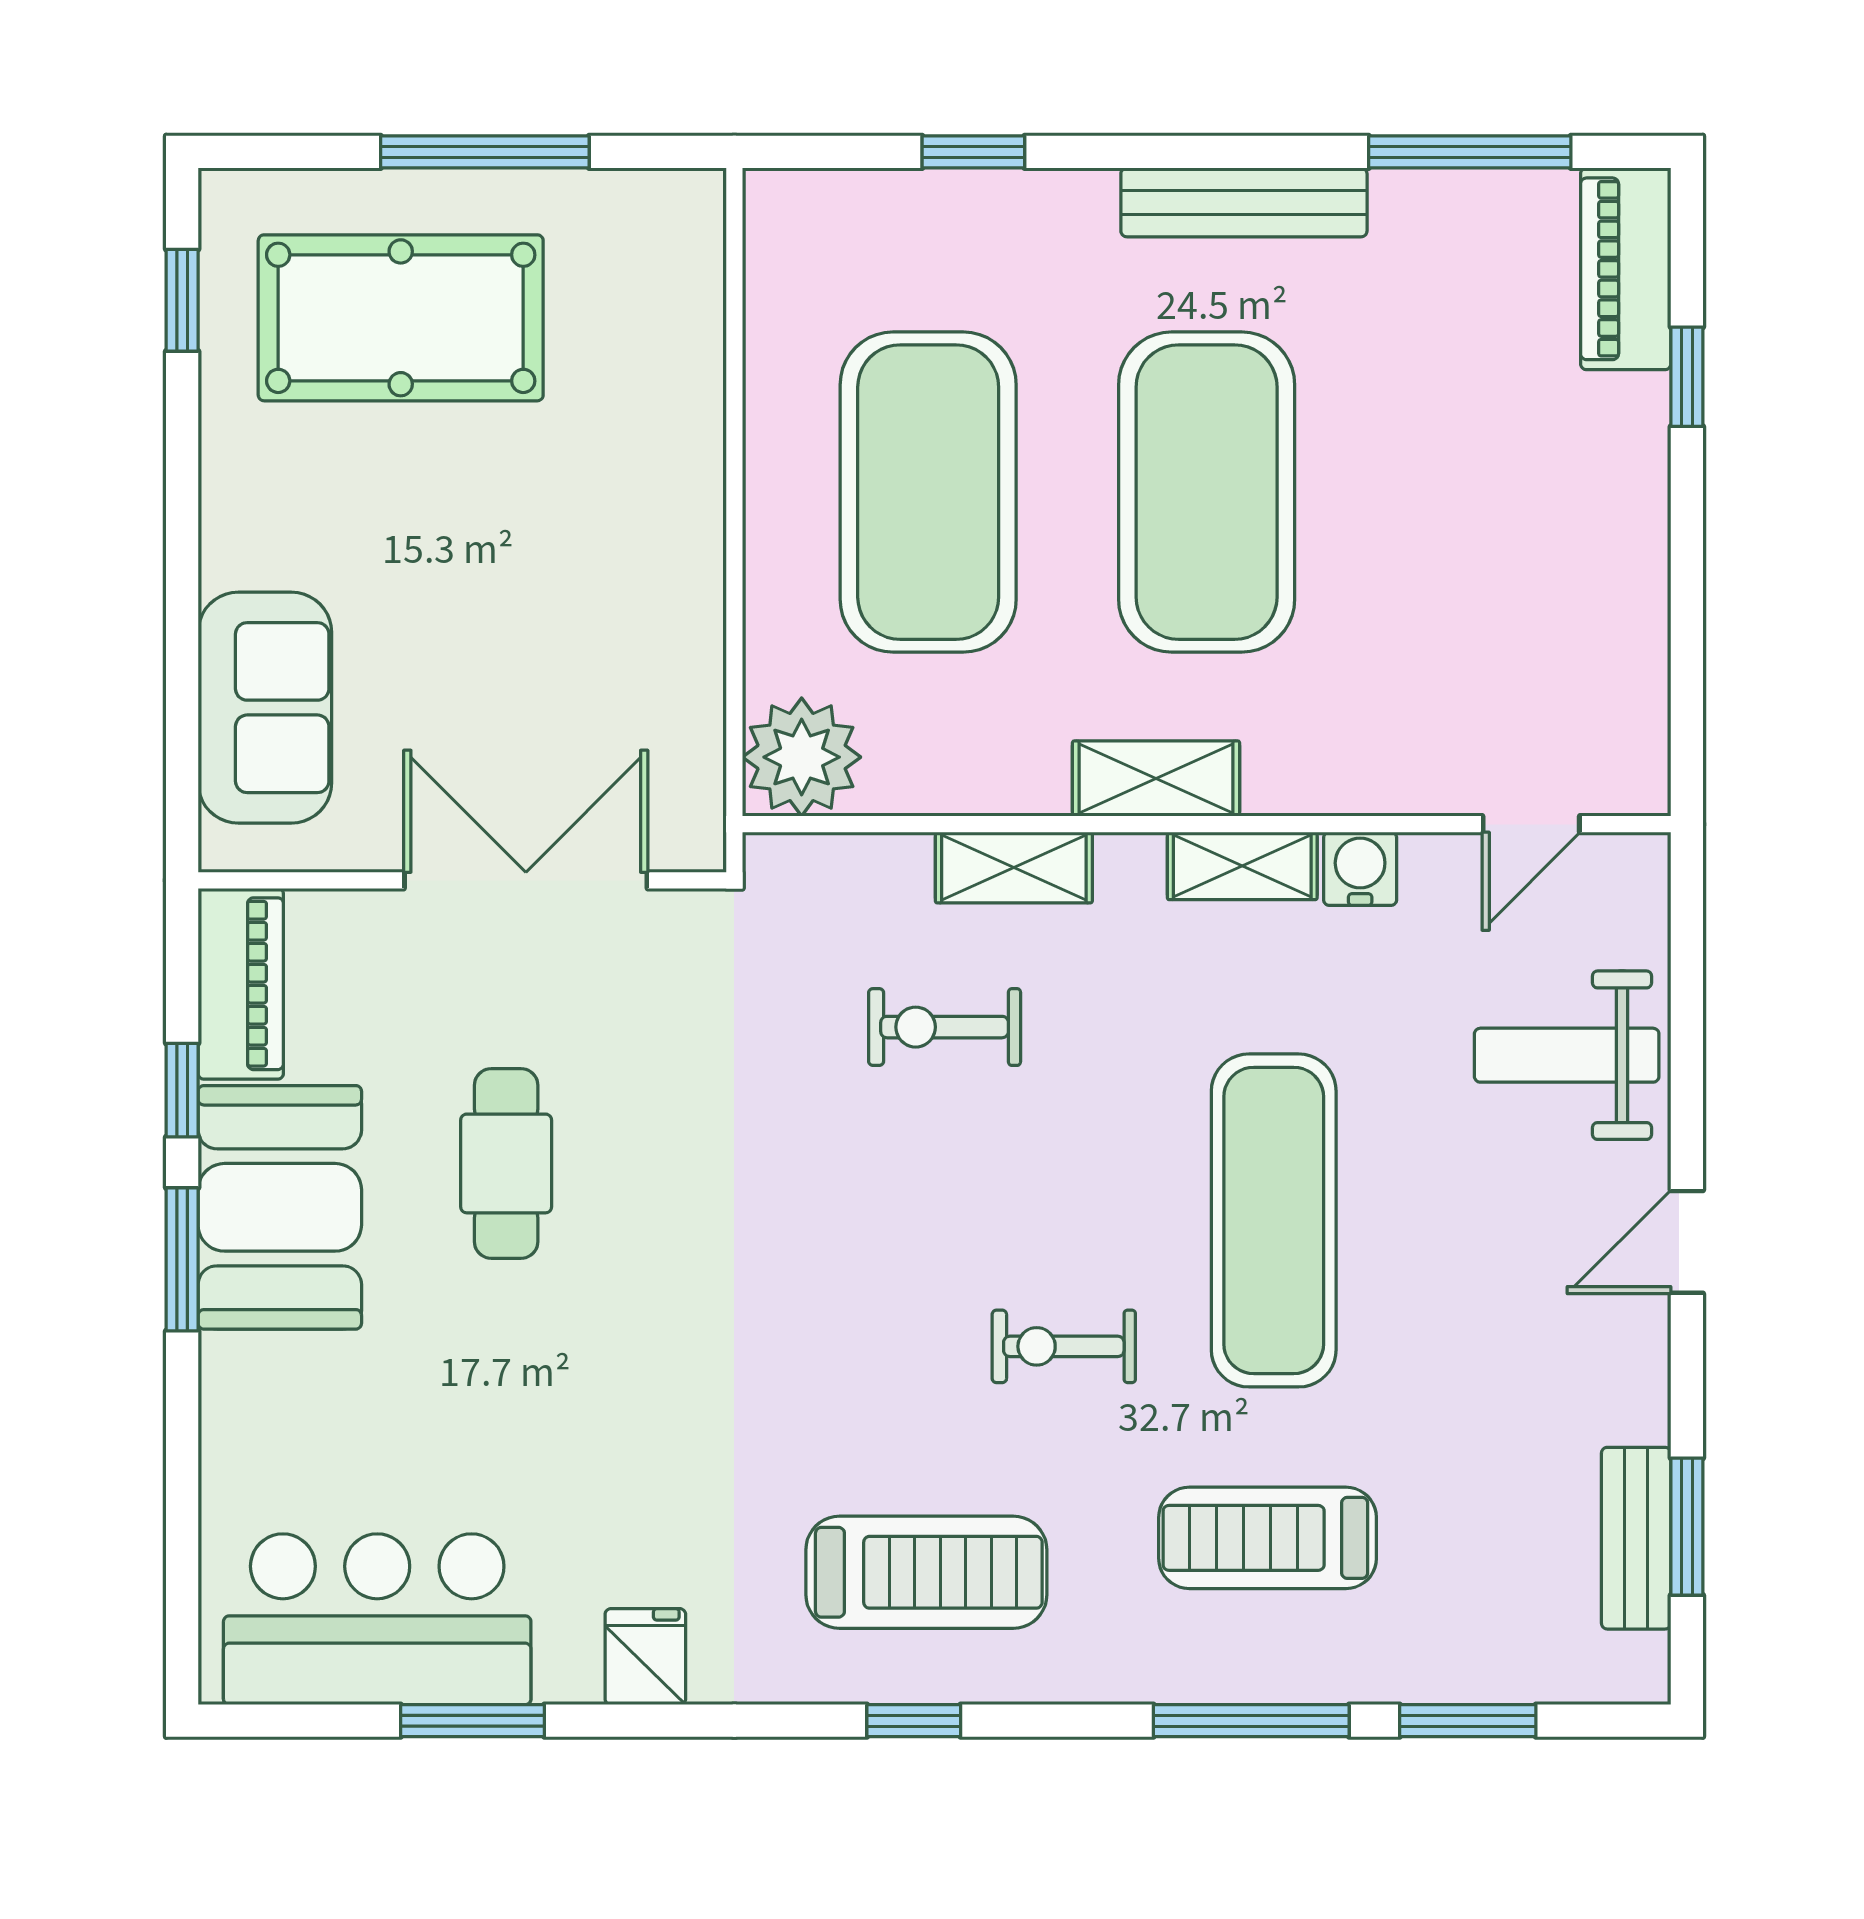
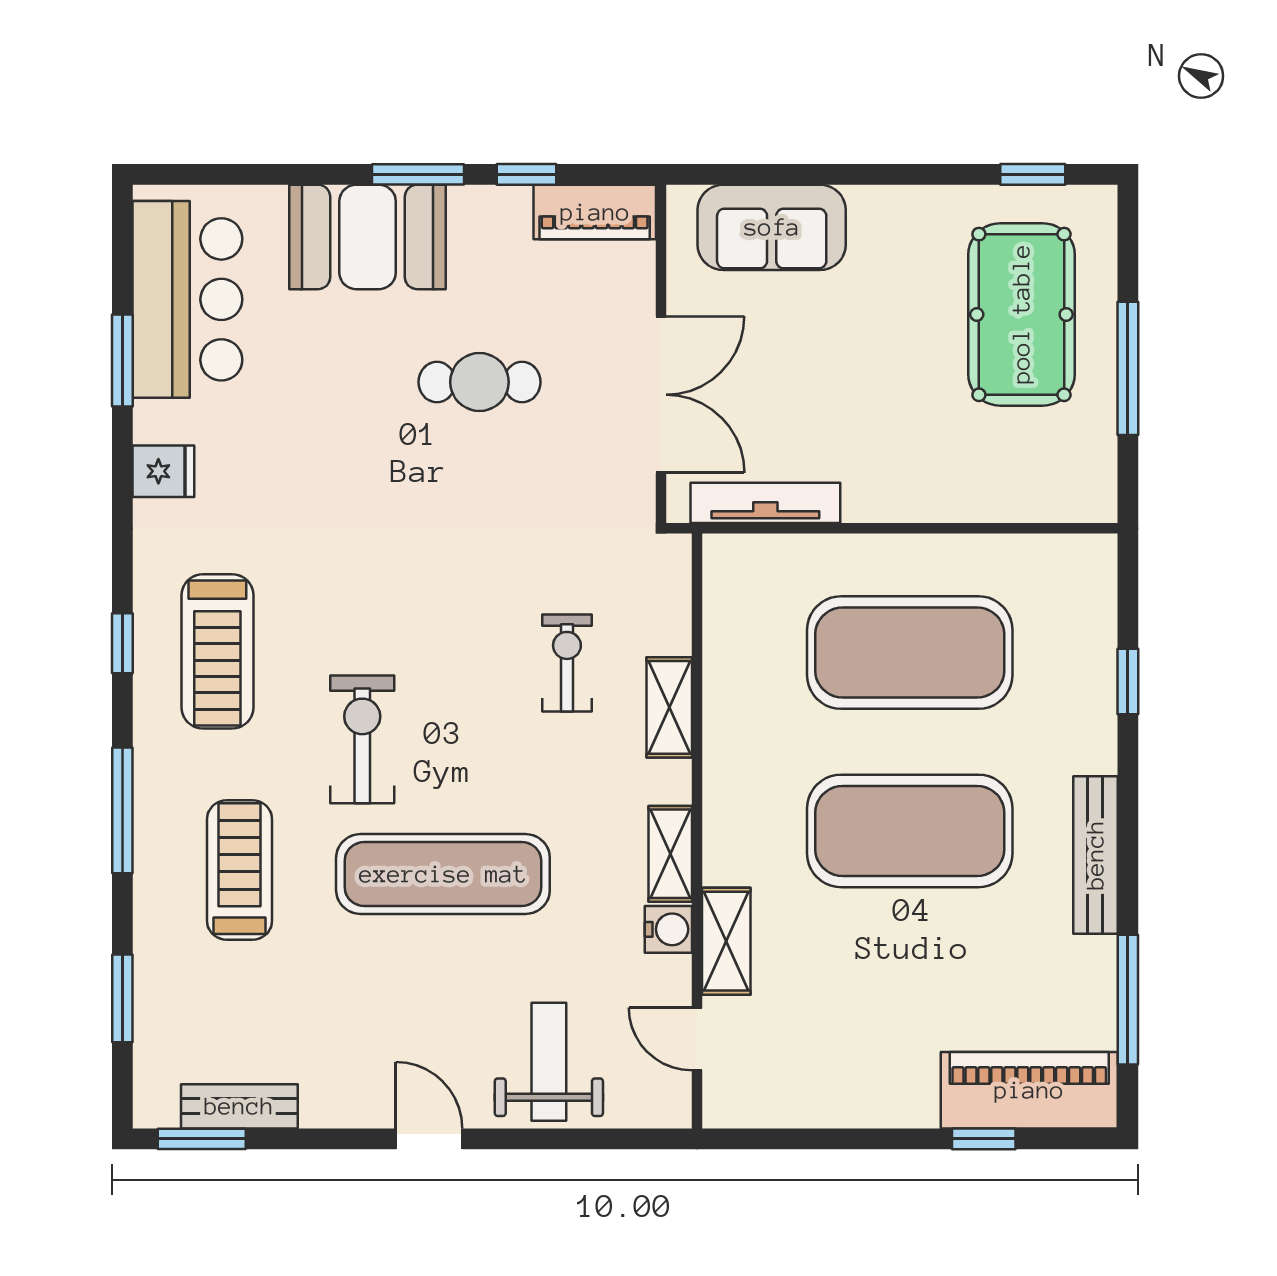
piano: (1626, 269) -> (1029, 1090), width x1.37, depth x1.33
tv unit: (695, 717) -> (765, 503), added
plant: (802, 757) -> (740, 571), removed
shelving: (1156, 779) -> (726, 941), moved
booth: (280, 1207) -> (368, 237), moved
exercise bike: (1064, 1346) -> (362, 739), width x1.38, depth x1.39
window: (1687, 1527) -> (202, 1139), moved
window: (1251, 1721) -> (122, 810), moved

